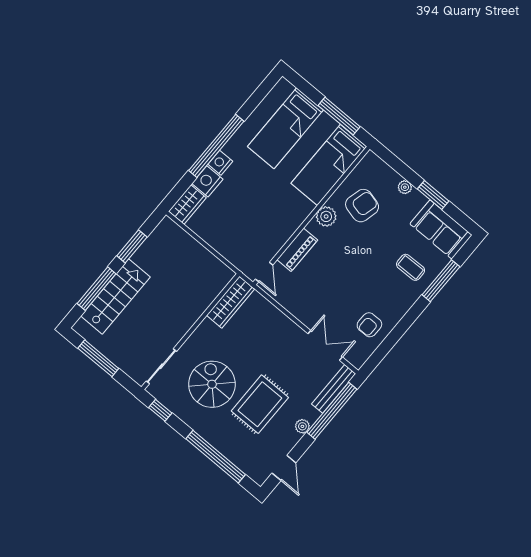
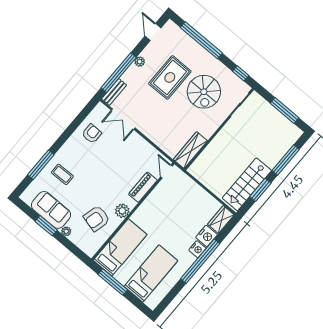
sofa: (441, 229) -> (51, 210), moved
stairs: (115, 296) -> (247, 184), moved
bench: (334, 389) -> (114, 92), width x0.73

